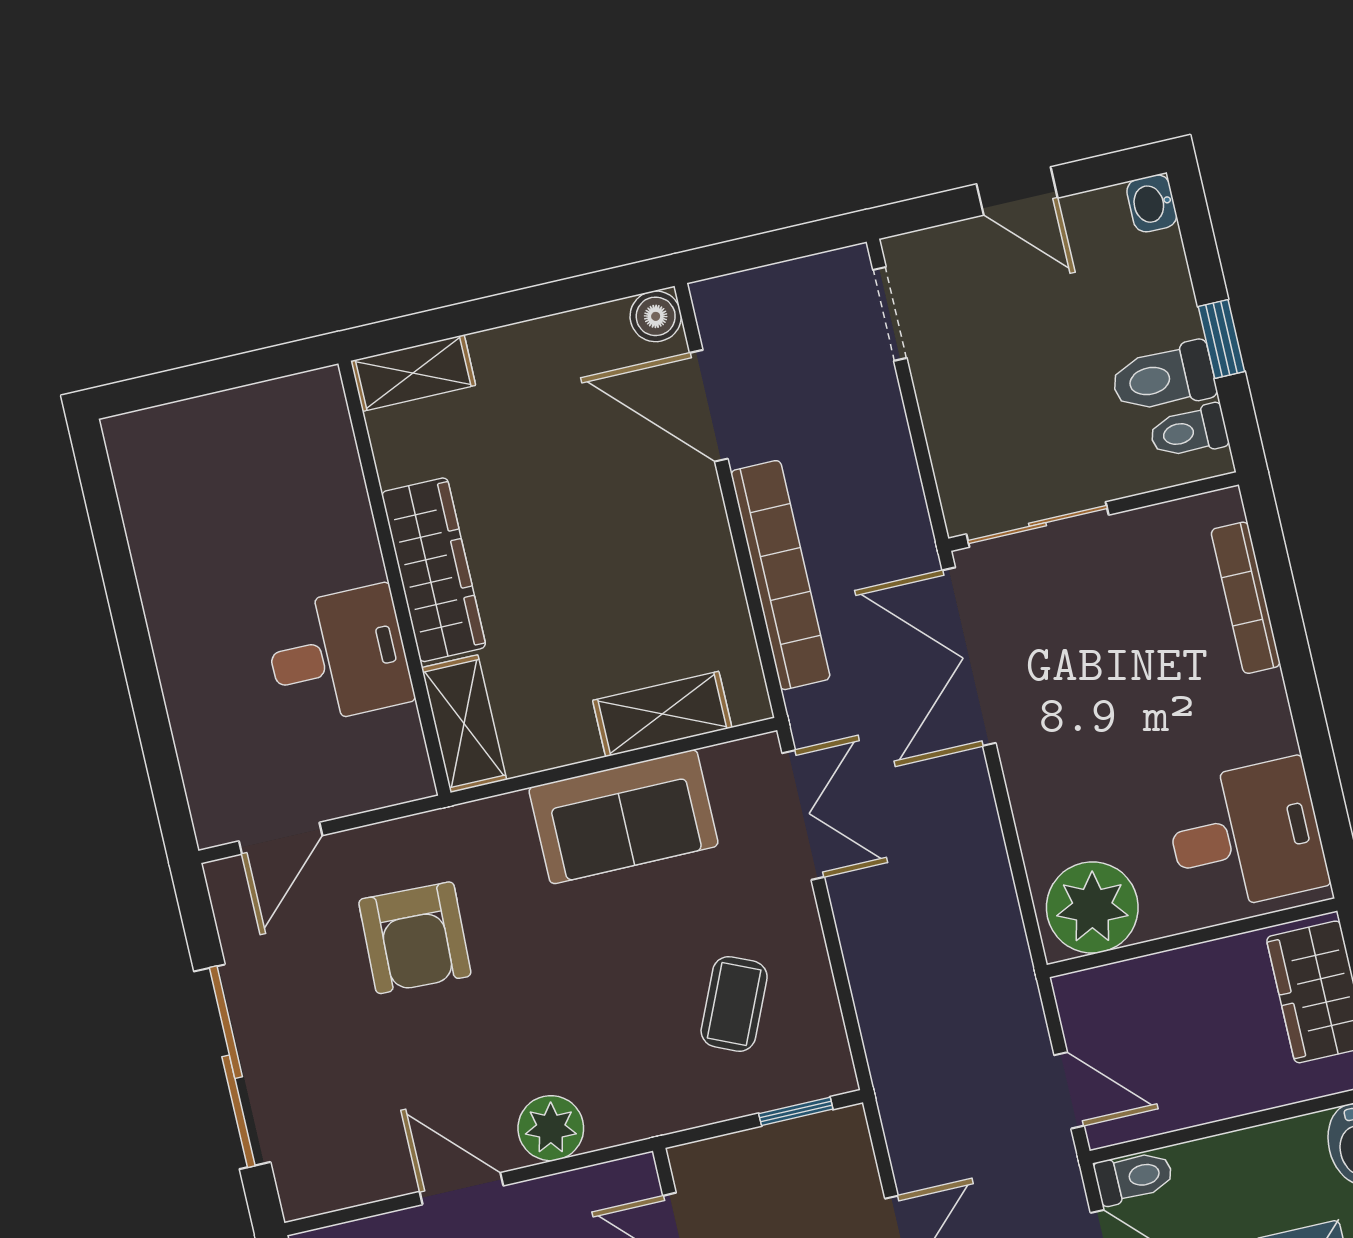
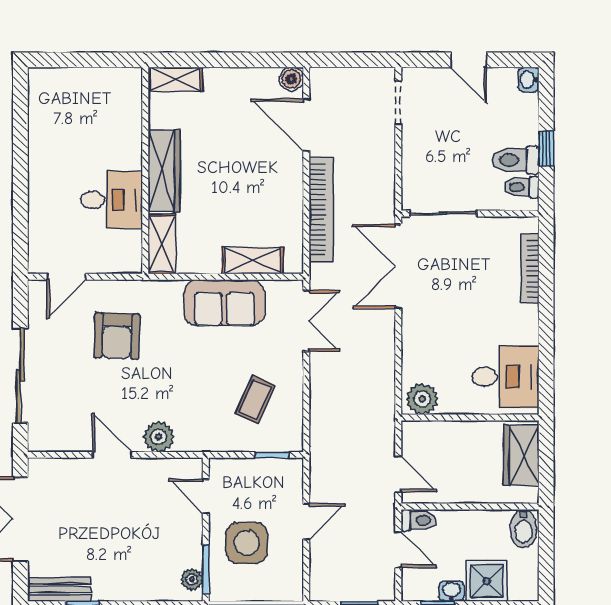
plant: (1092, 908) -> (422, 399), width x0.73, depth x0.73

